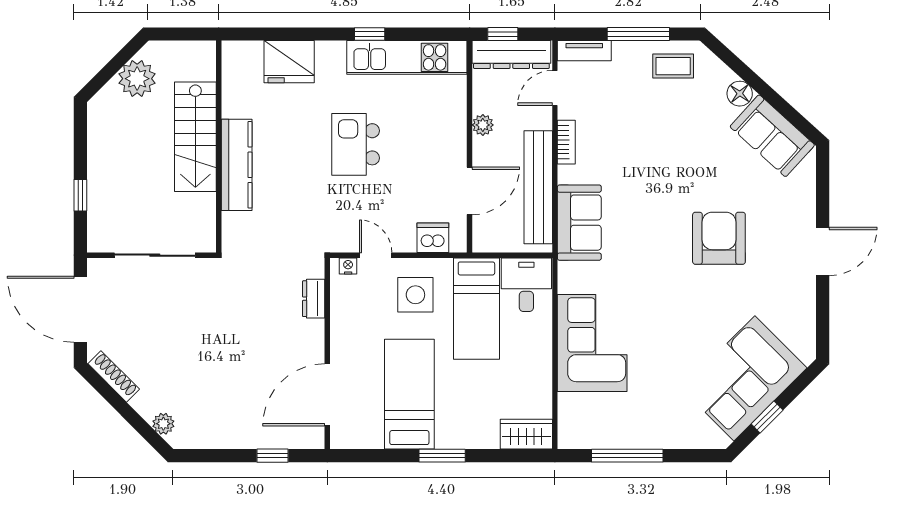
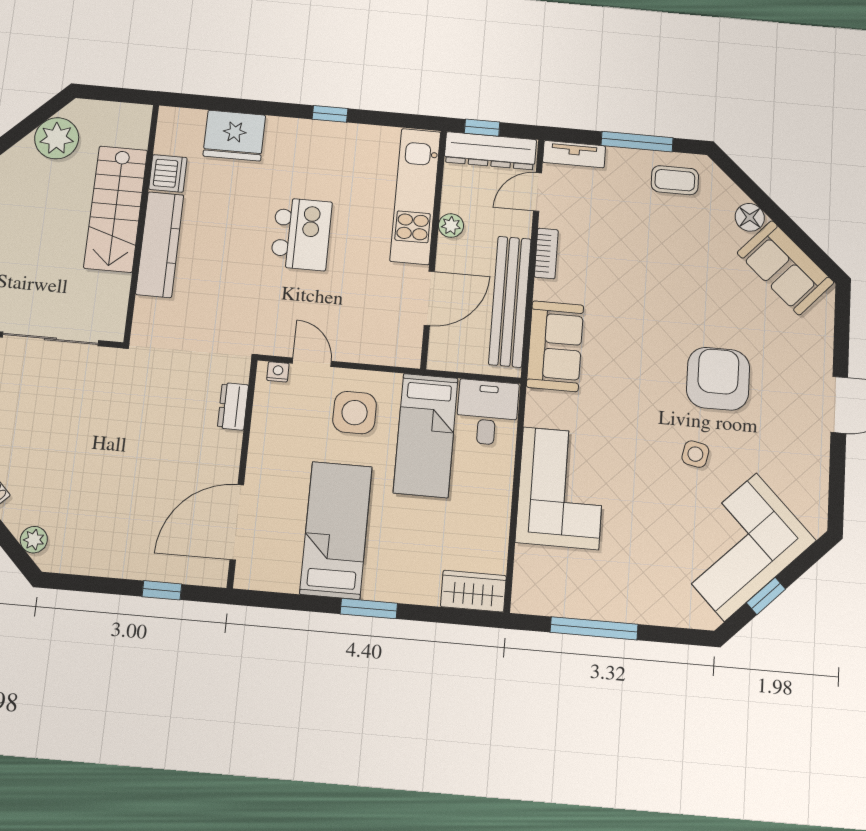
kitchen unit: (407, 57) -> (415, 196), moved, turned 90
kitchen island: (356, 144) -> (301, 234), turned 180
dishwasher: (433, 238) -> (168, 173), moved, turned 90
side table: (703, 304) -> (695, 454), added

